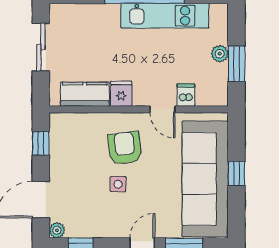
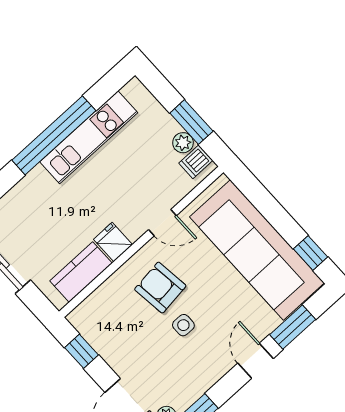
plant: (220, 54) -> (183, 143), moved
dishwasher: (186, 95) -> (196, 162), moved, turned -90
window: (236, 173) -> (311, 253), moved

